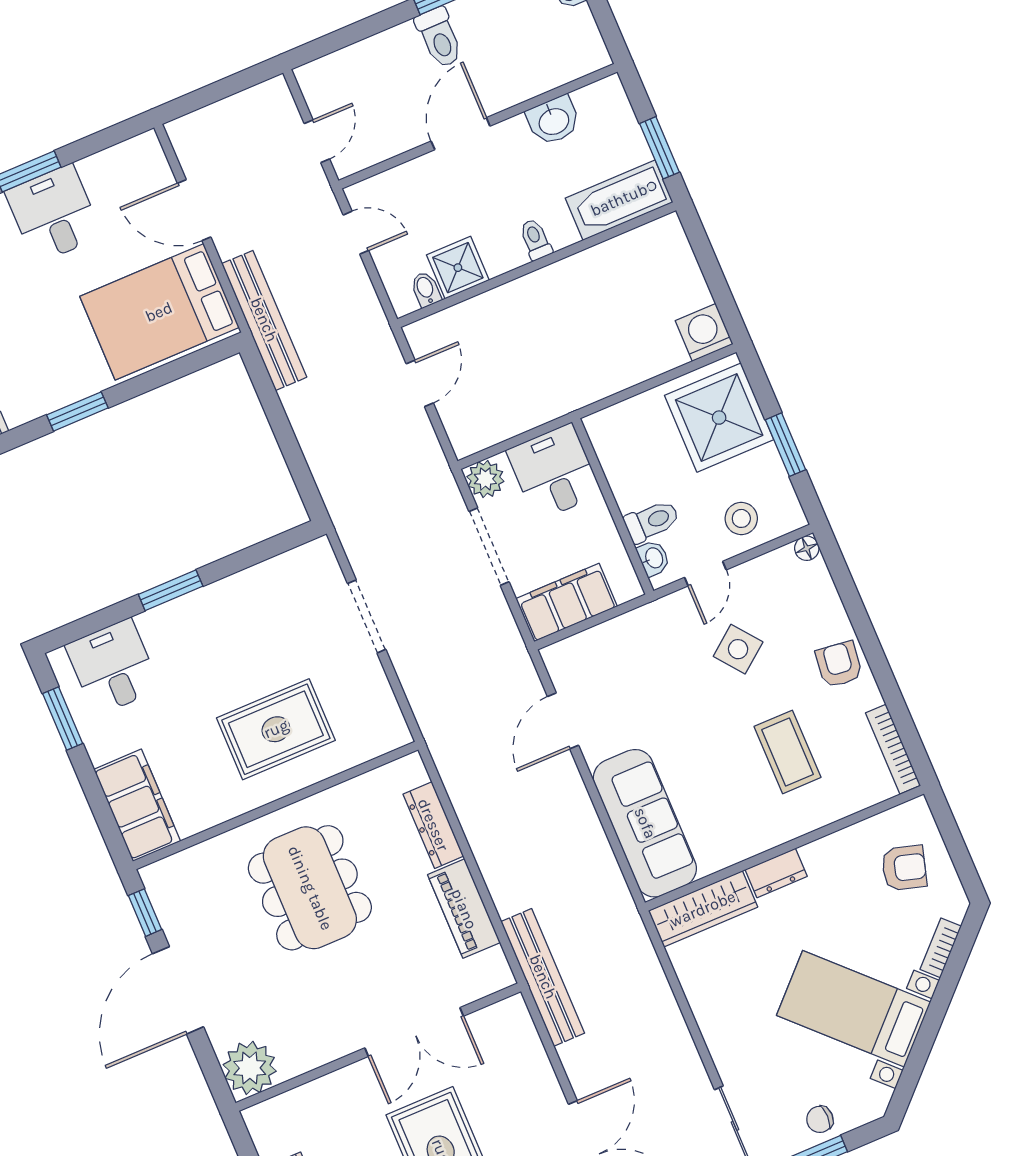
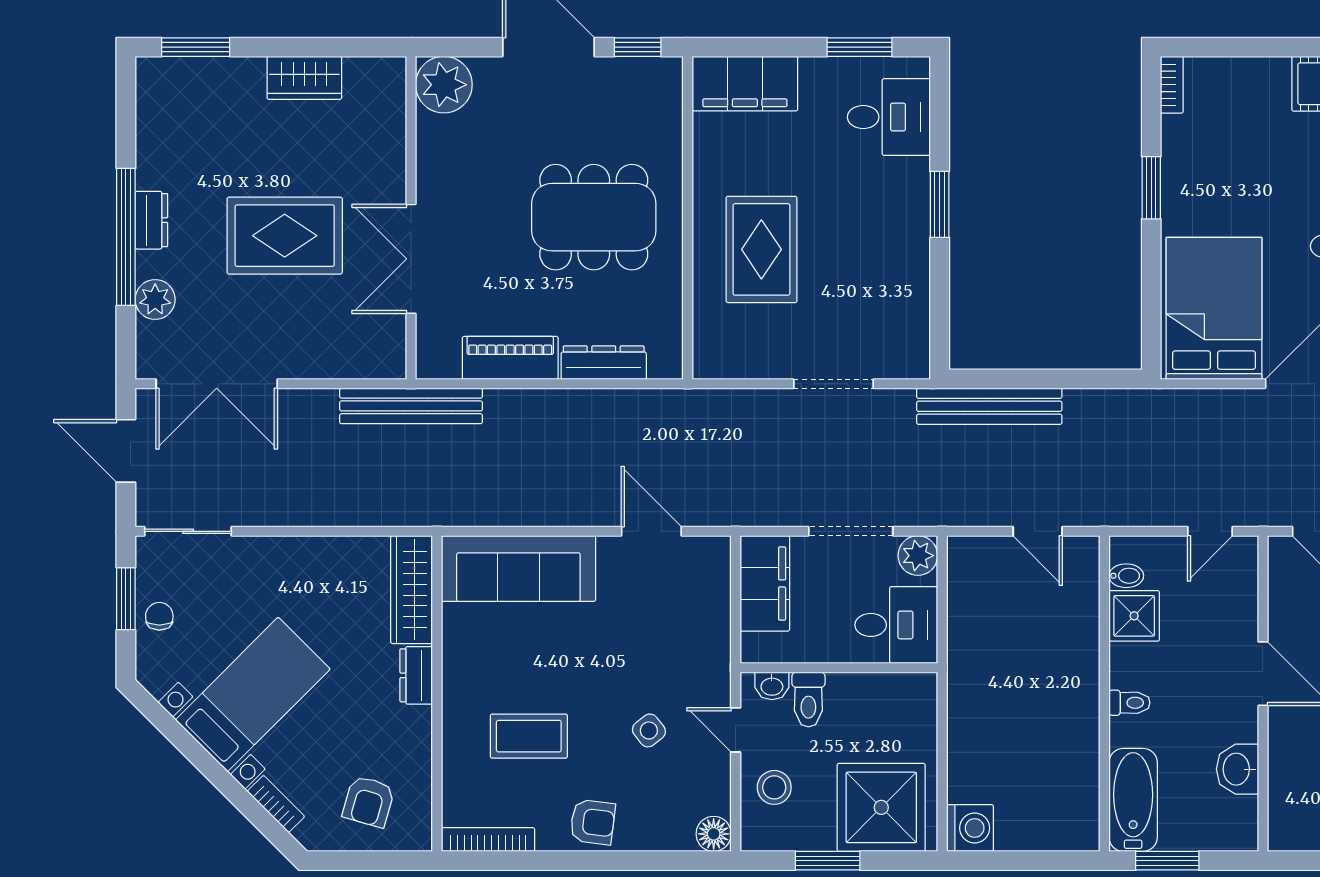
bench: (264, 320) -> (989, 406), moved
floor lamp: (807, 548) -> (714, 834), width x1.37, depth x1.37
side table: (738, 649) -> (649, 730), width x0.73, depth x0.73

